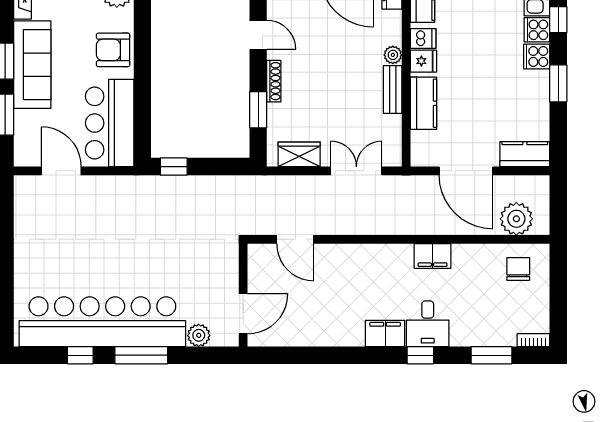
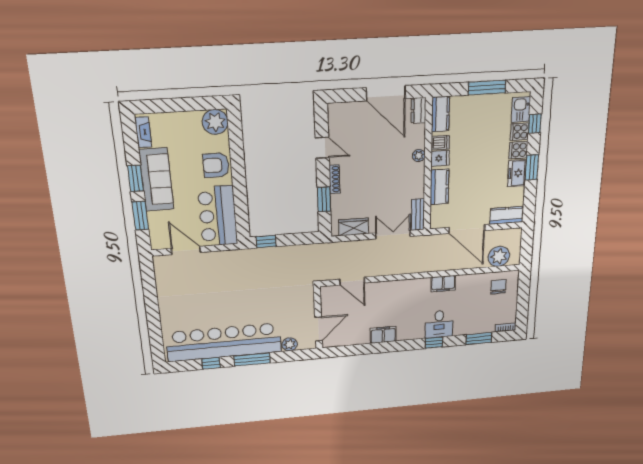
bench: (393, 89) -> (418, 214), moved
freezer: (537, 91) -> (517, 173), added
filing cabinet: (385, 334) -> (383, 335), moved

